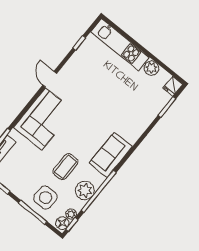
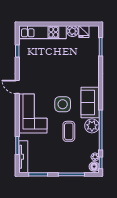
fridge: (173, 86) -> (84, 32), moved
plant: (85, 190) -> (92, 126), moved
side table: (45, 198) -> (63, 104), moved

